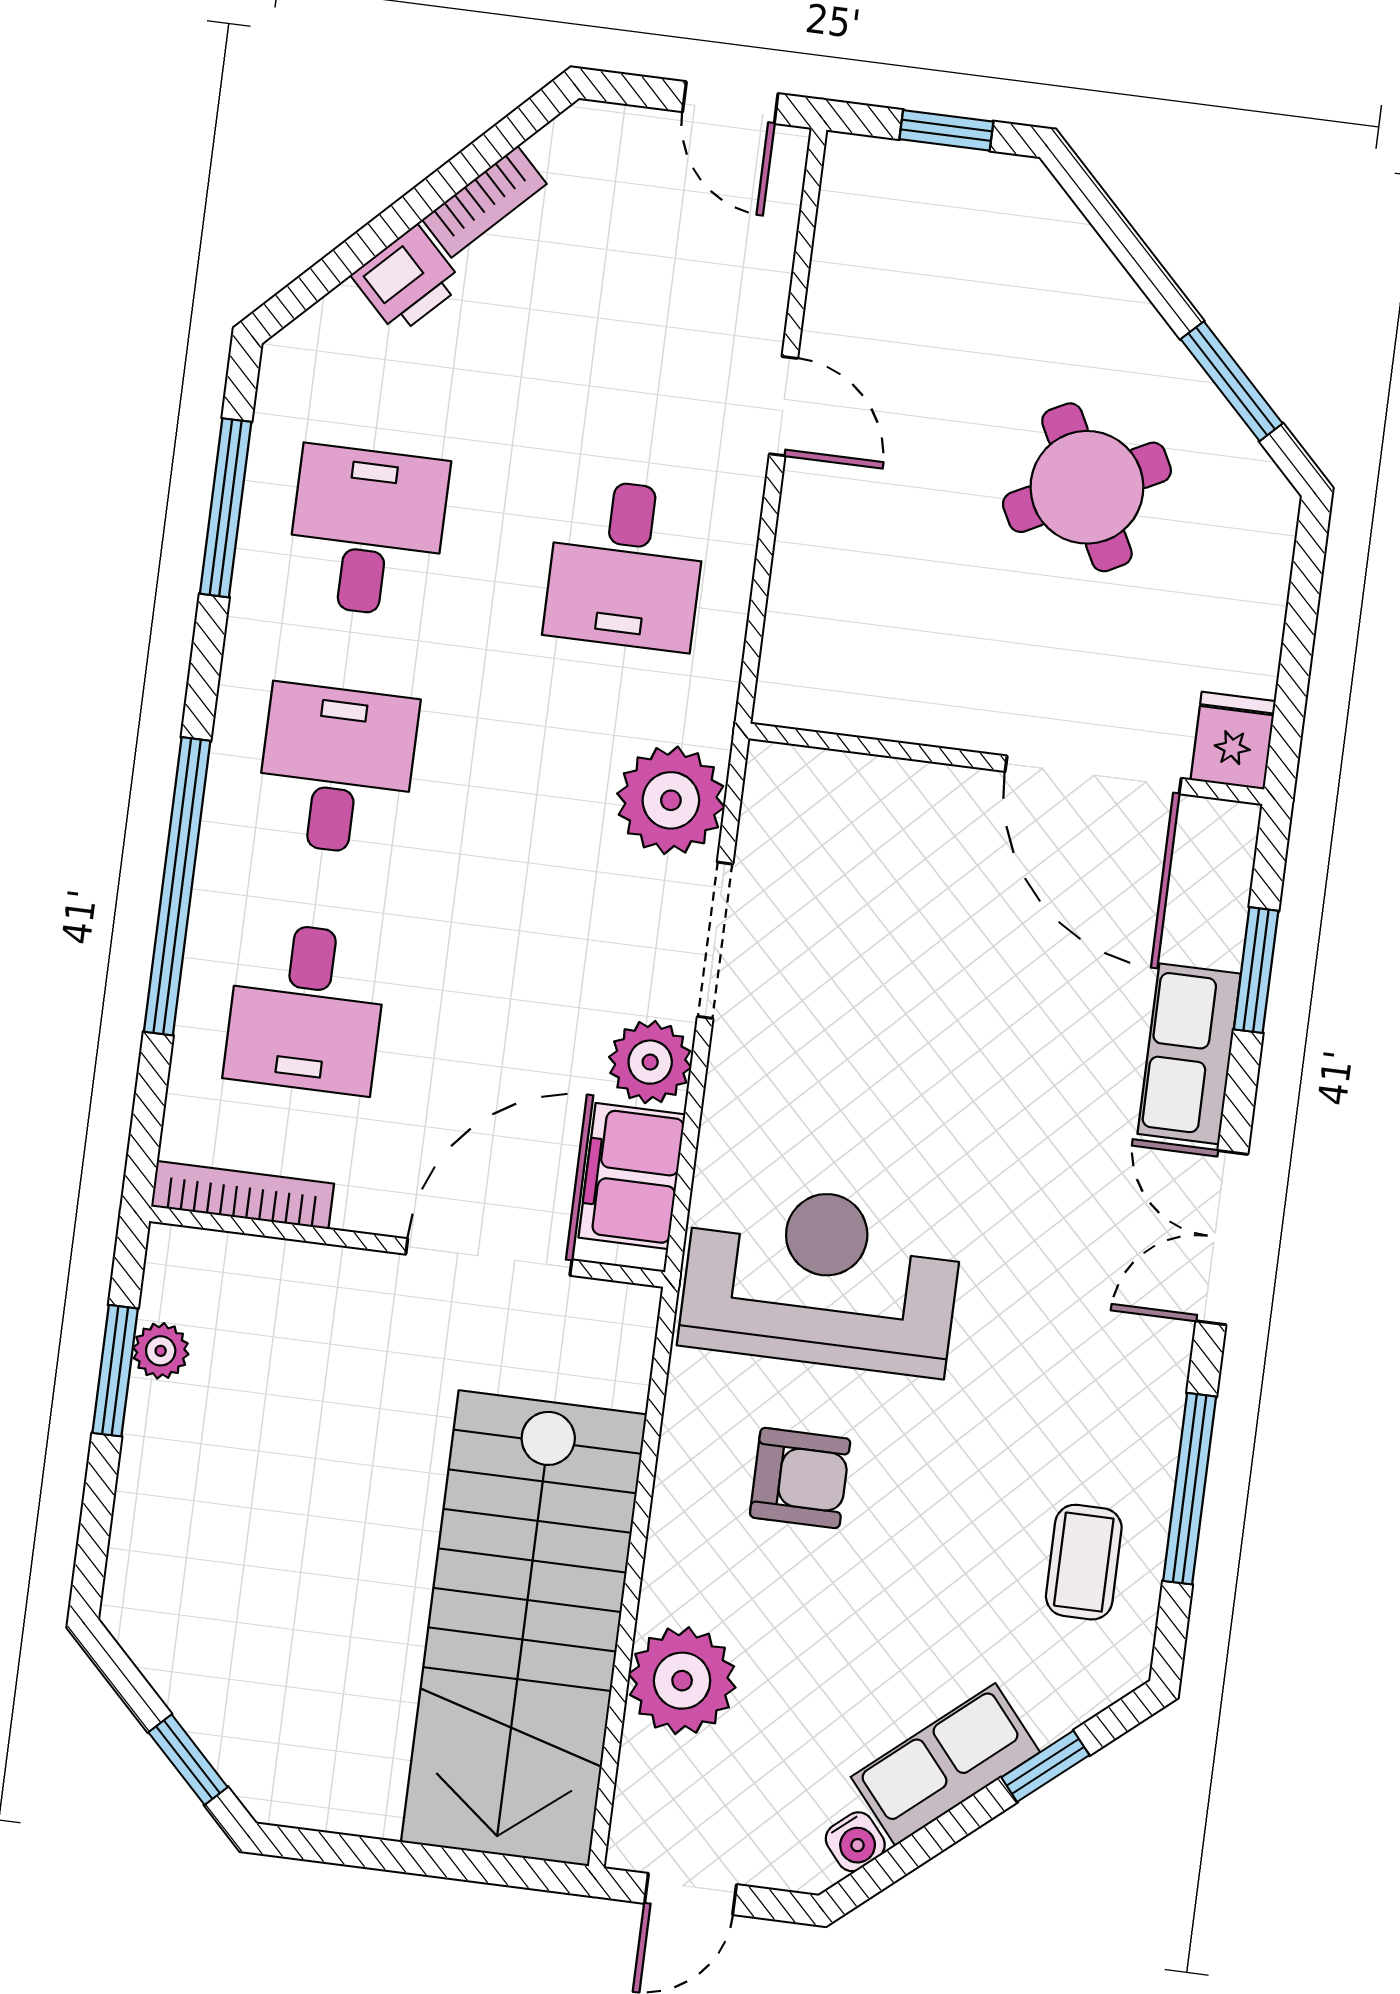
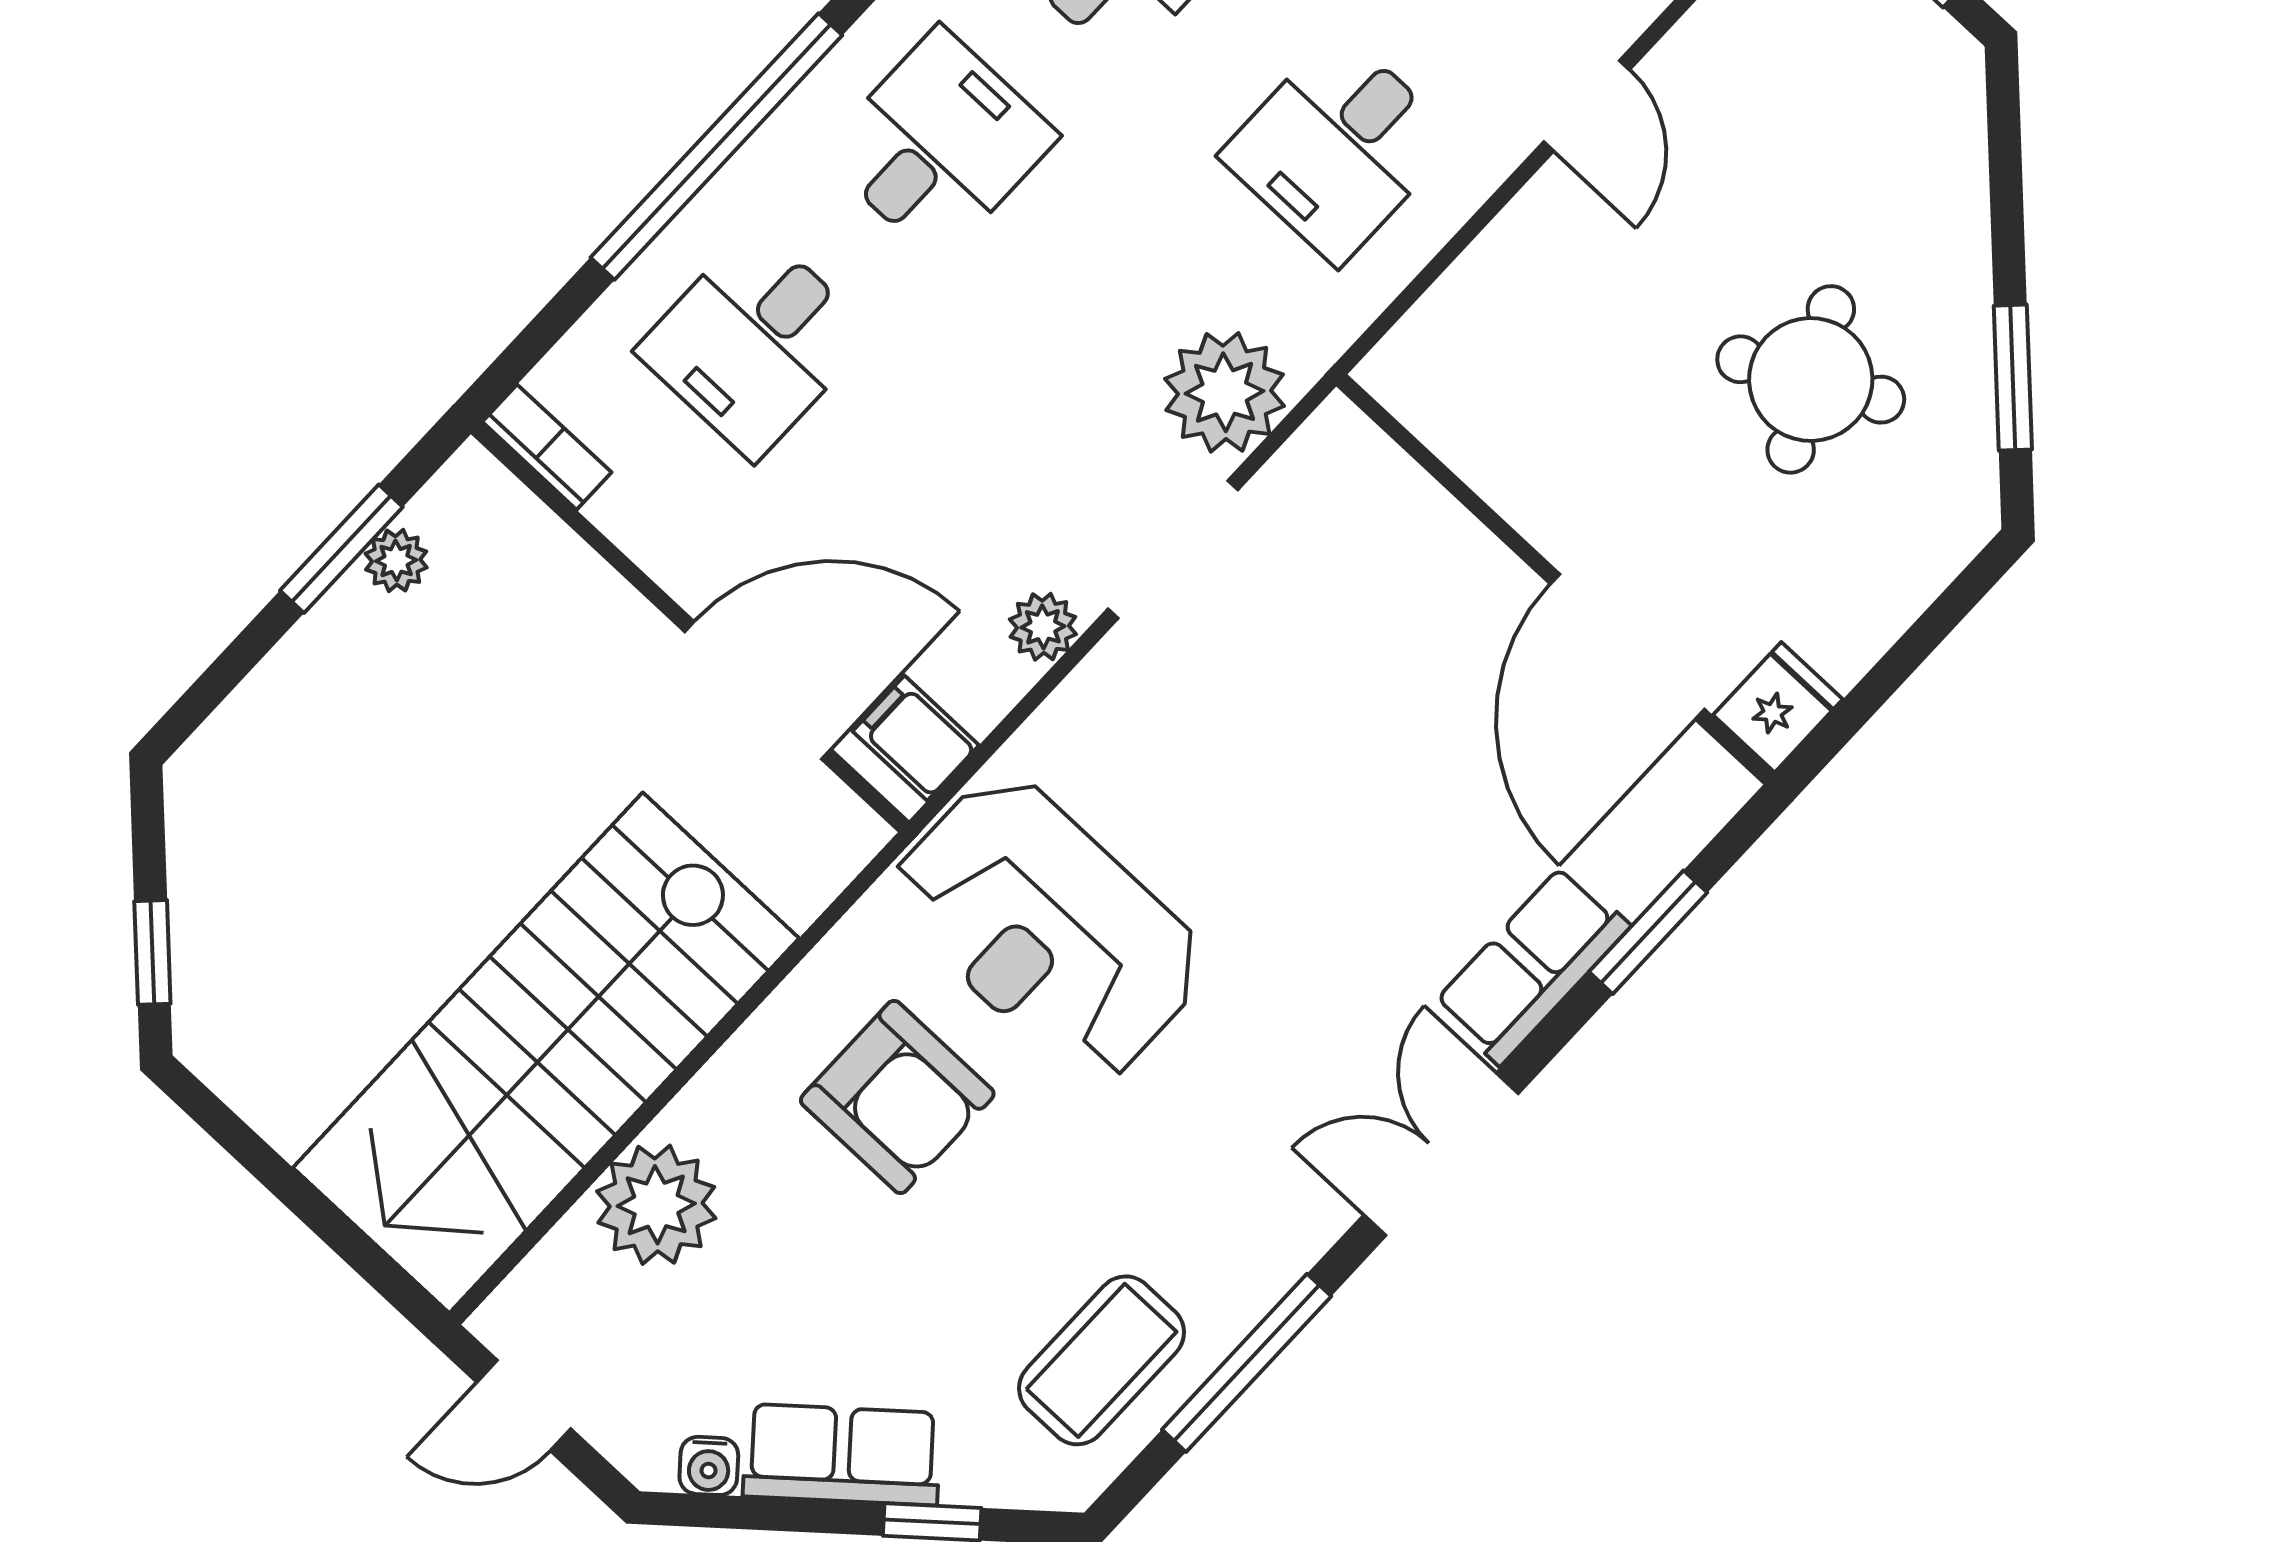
plant: (650, 1062) -> (1043, 627), width x0.73, depth x0.73
filing cabinet: (632, 1176) -> (916, 738), width x0.50
bookcase: (242, 1195) -> (547, 447), width x0.64
reception desk: (821, 1278) -> (1048, 928), turned 180
armchair: (800, 1478) -> (897, 1097), width x1.38, depth x1.38
coffee table: (1084, 1562) -> (1102, 1360), width x1.36, depth x1.30

